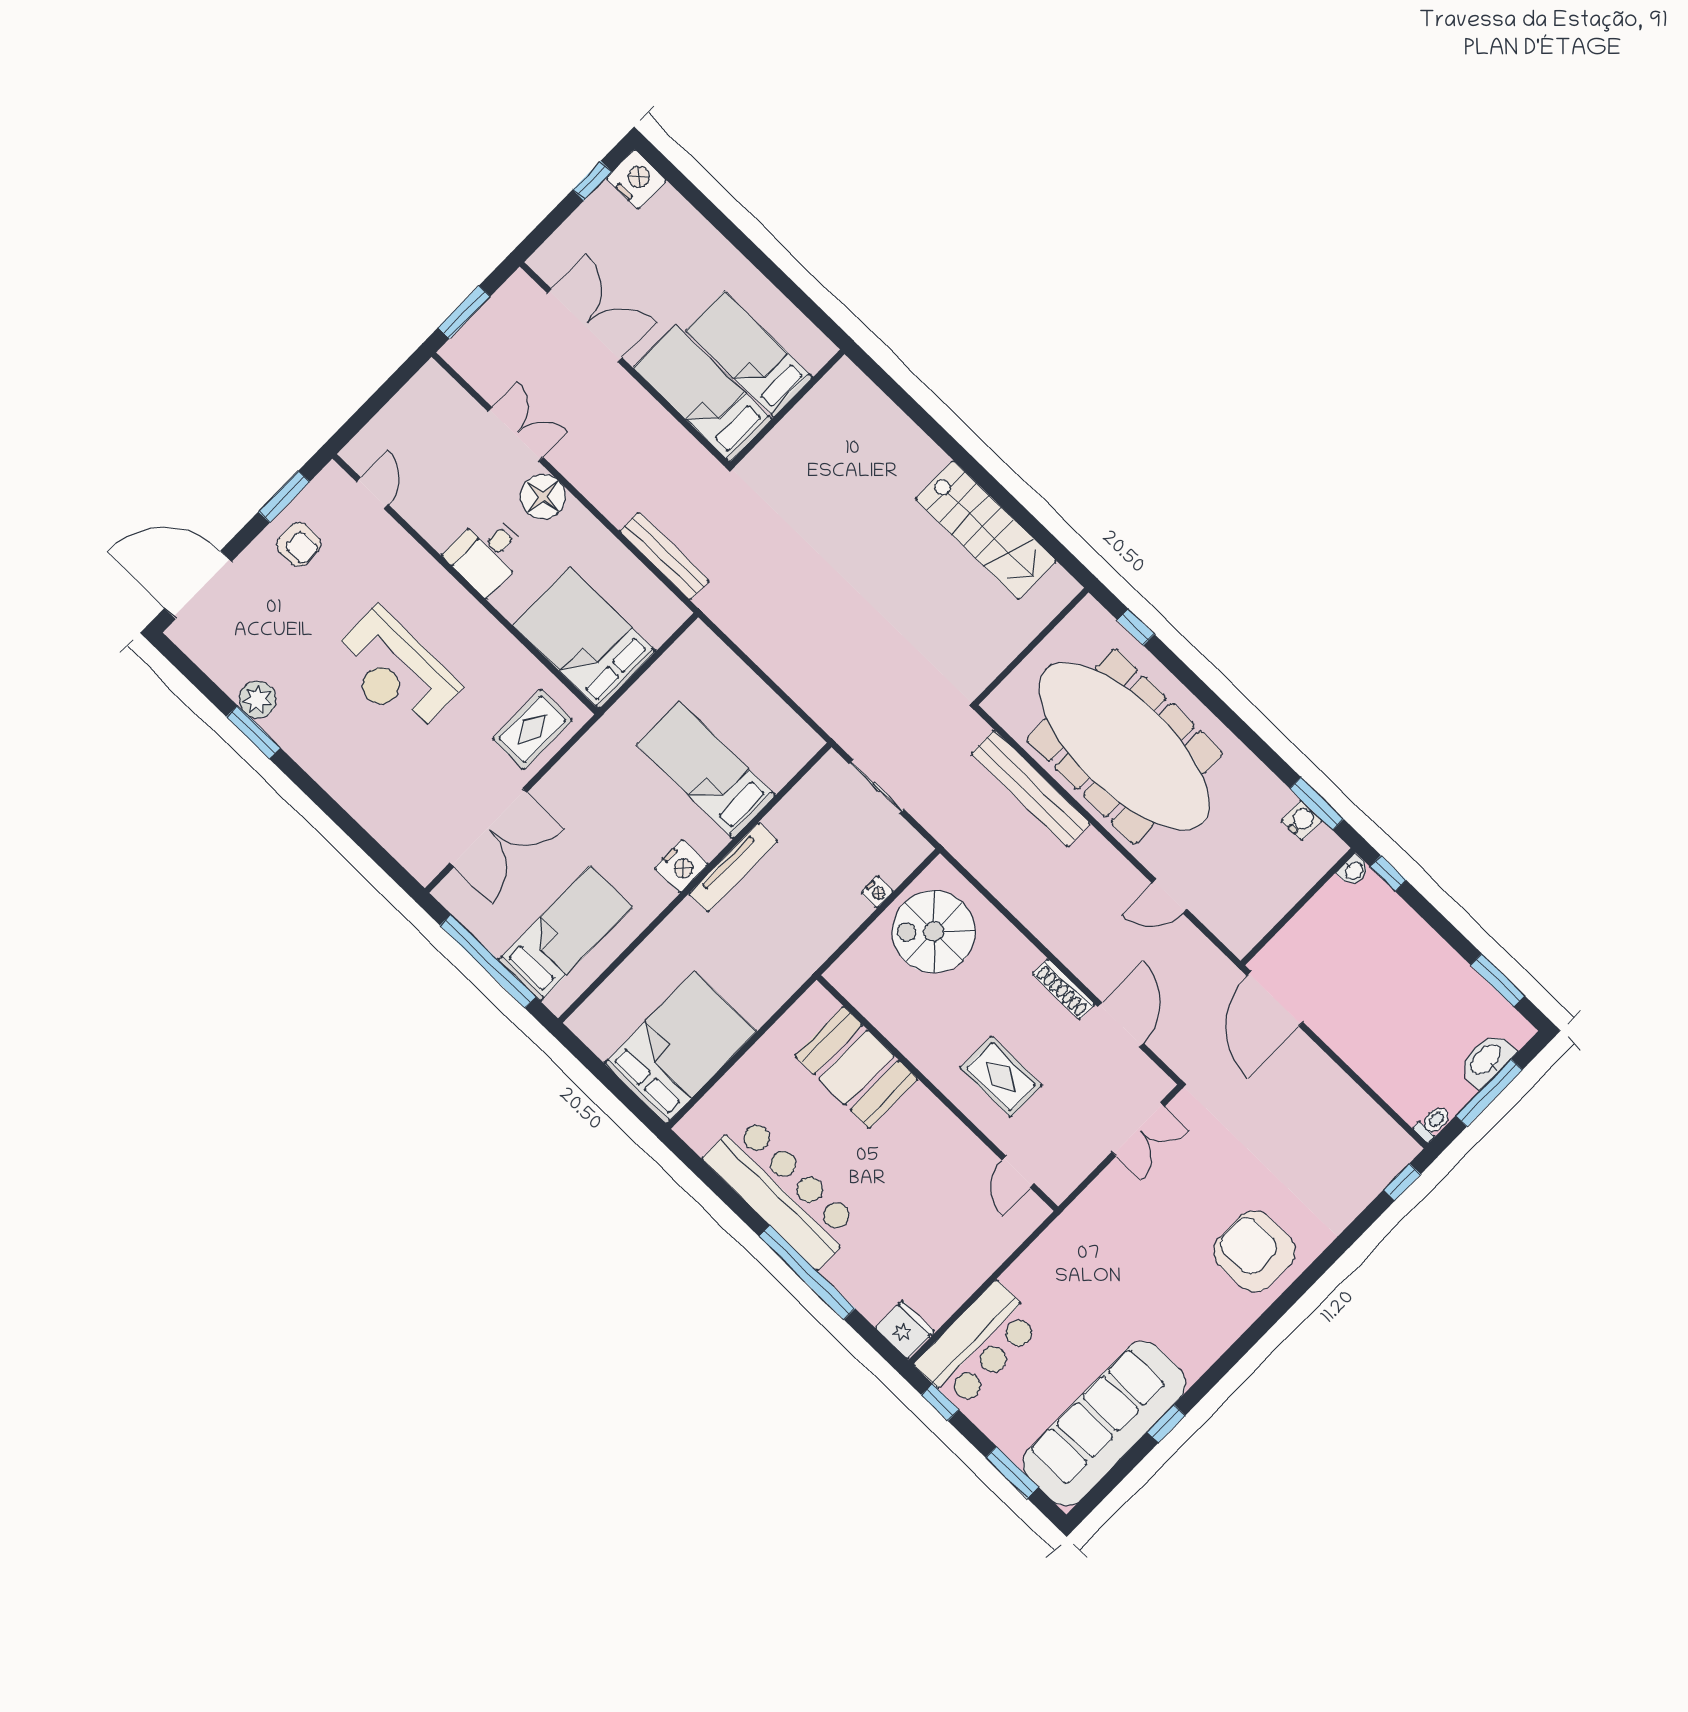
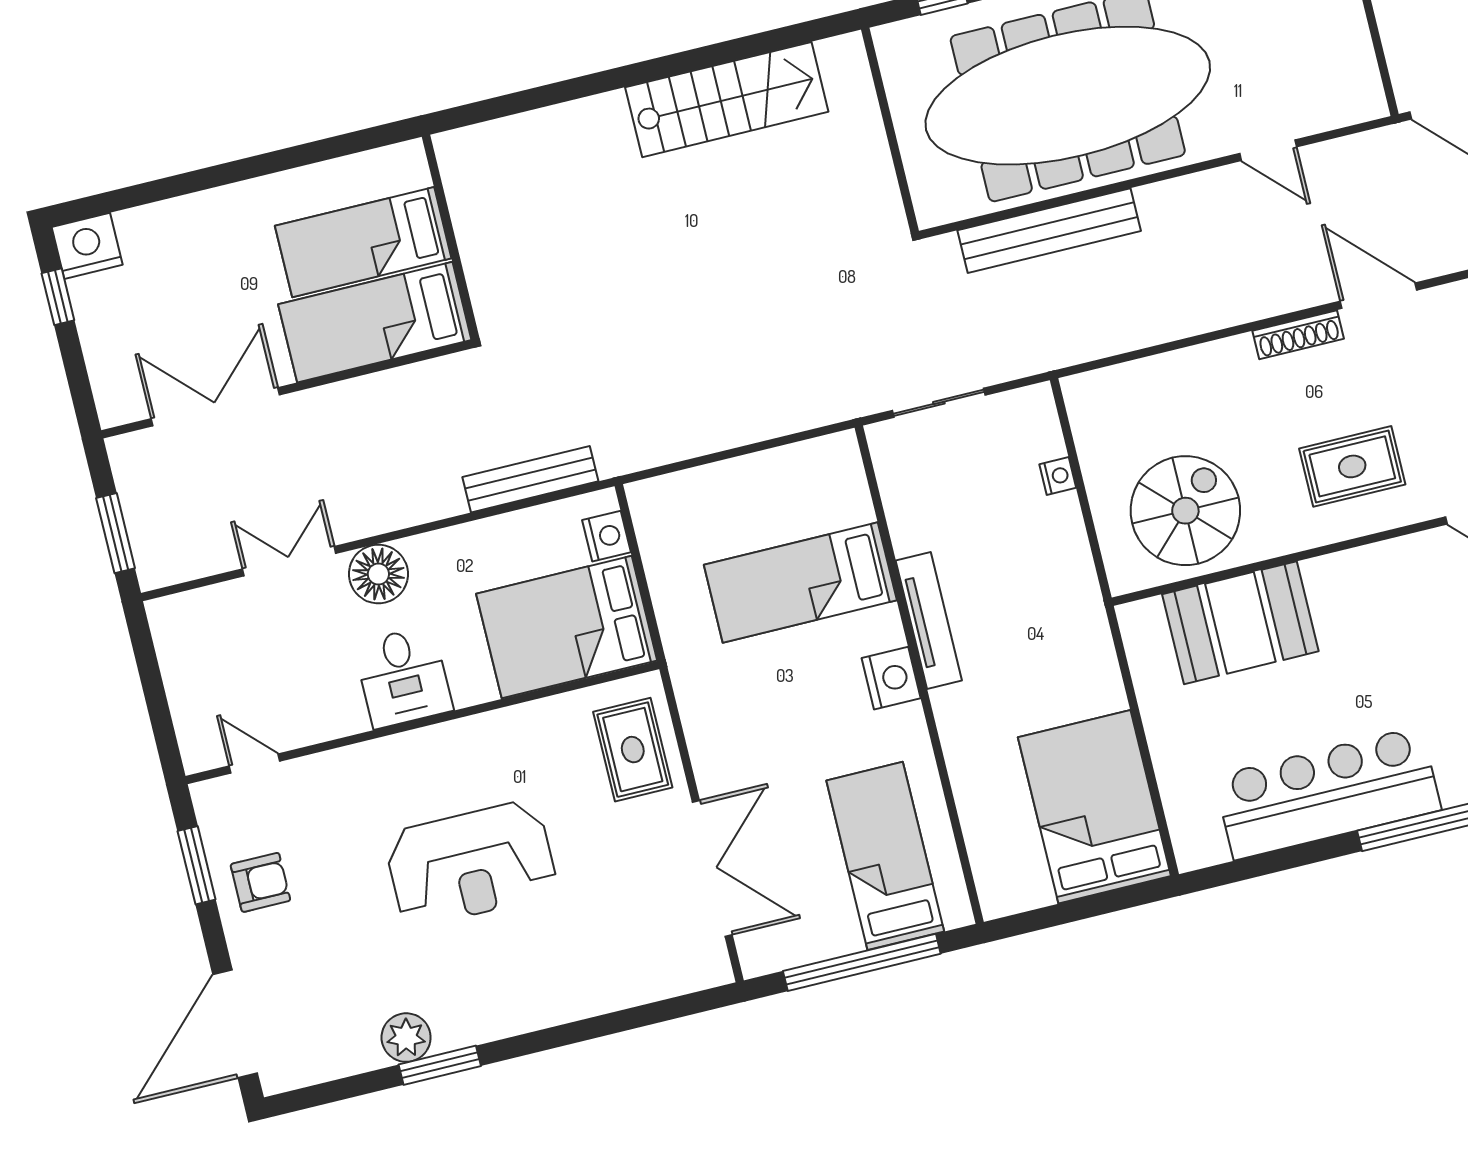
nightstand: (658, 627) -> (607, 536), added
door: (1170, 896) -> (1268, 150), hinge flipped
spiral stairs: (934, 932) -> (1185, 511), moved, turned 180

